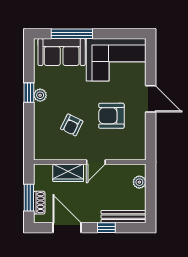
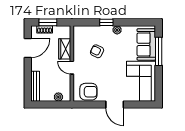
window: (29, 93) -> (106, 22), moved
door: (151, 99) -> (115, 105), hinge flipped
armchair: (111, 116) -> (88, 92), moved, turned 90
window: (106, 228) -> (28, 75), removed

